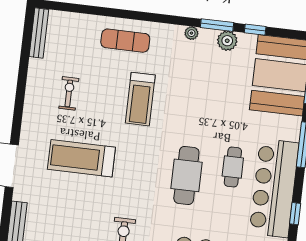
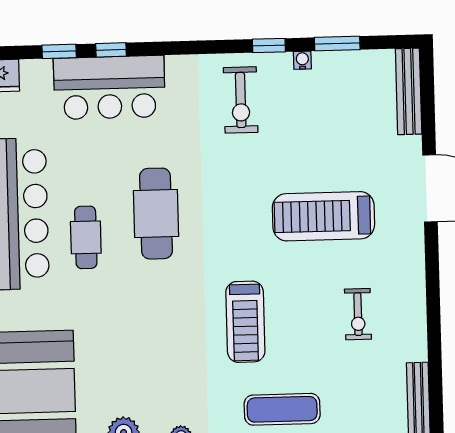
treadmill: (140, 99) -> (245, 322), turned 180
treadmill: (81, 158) -> (323, 216), turned 180

